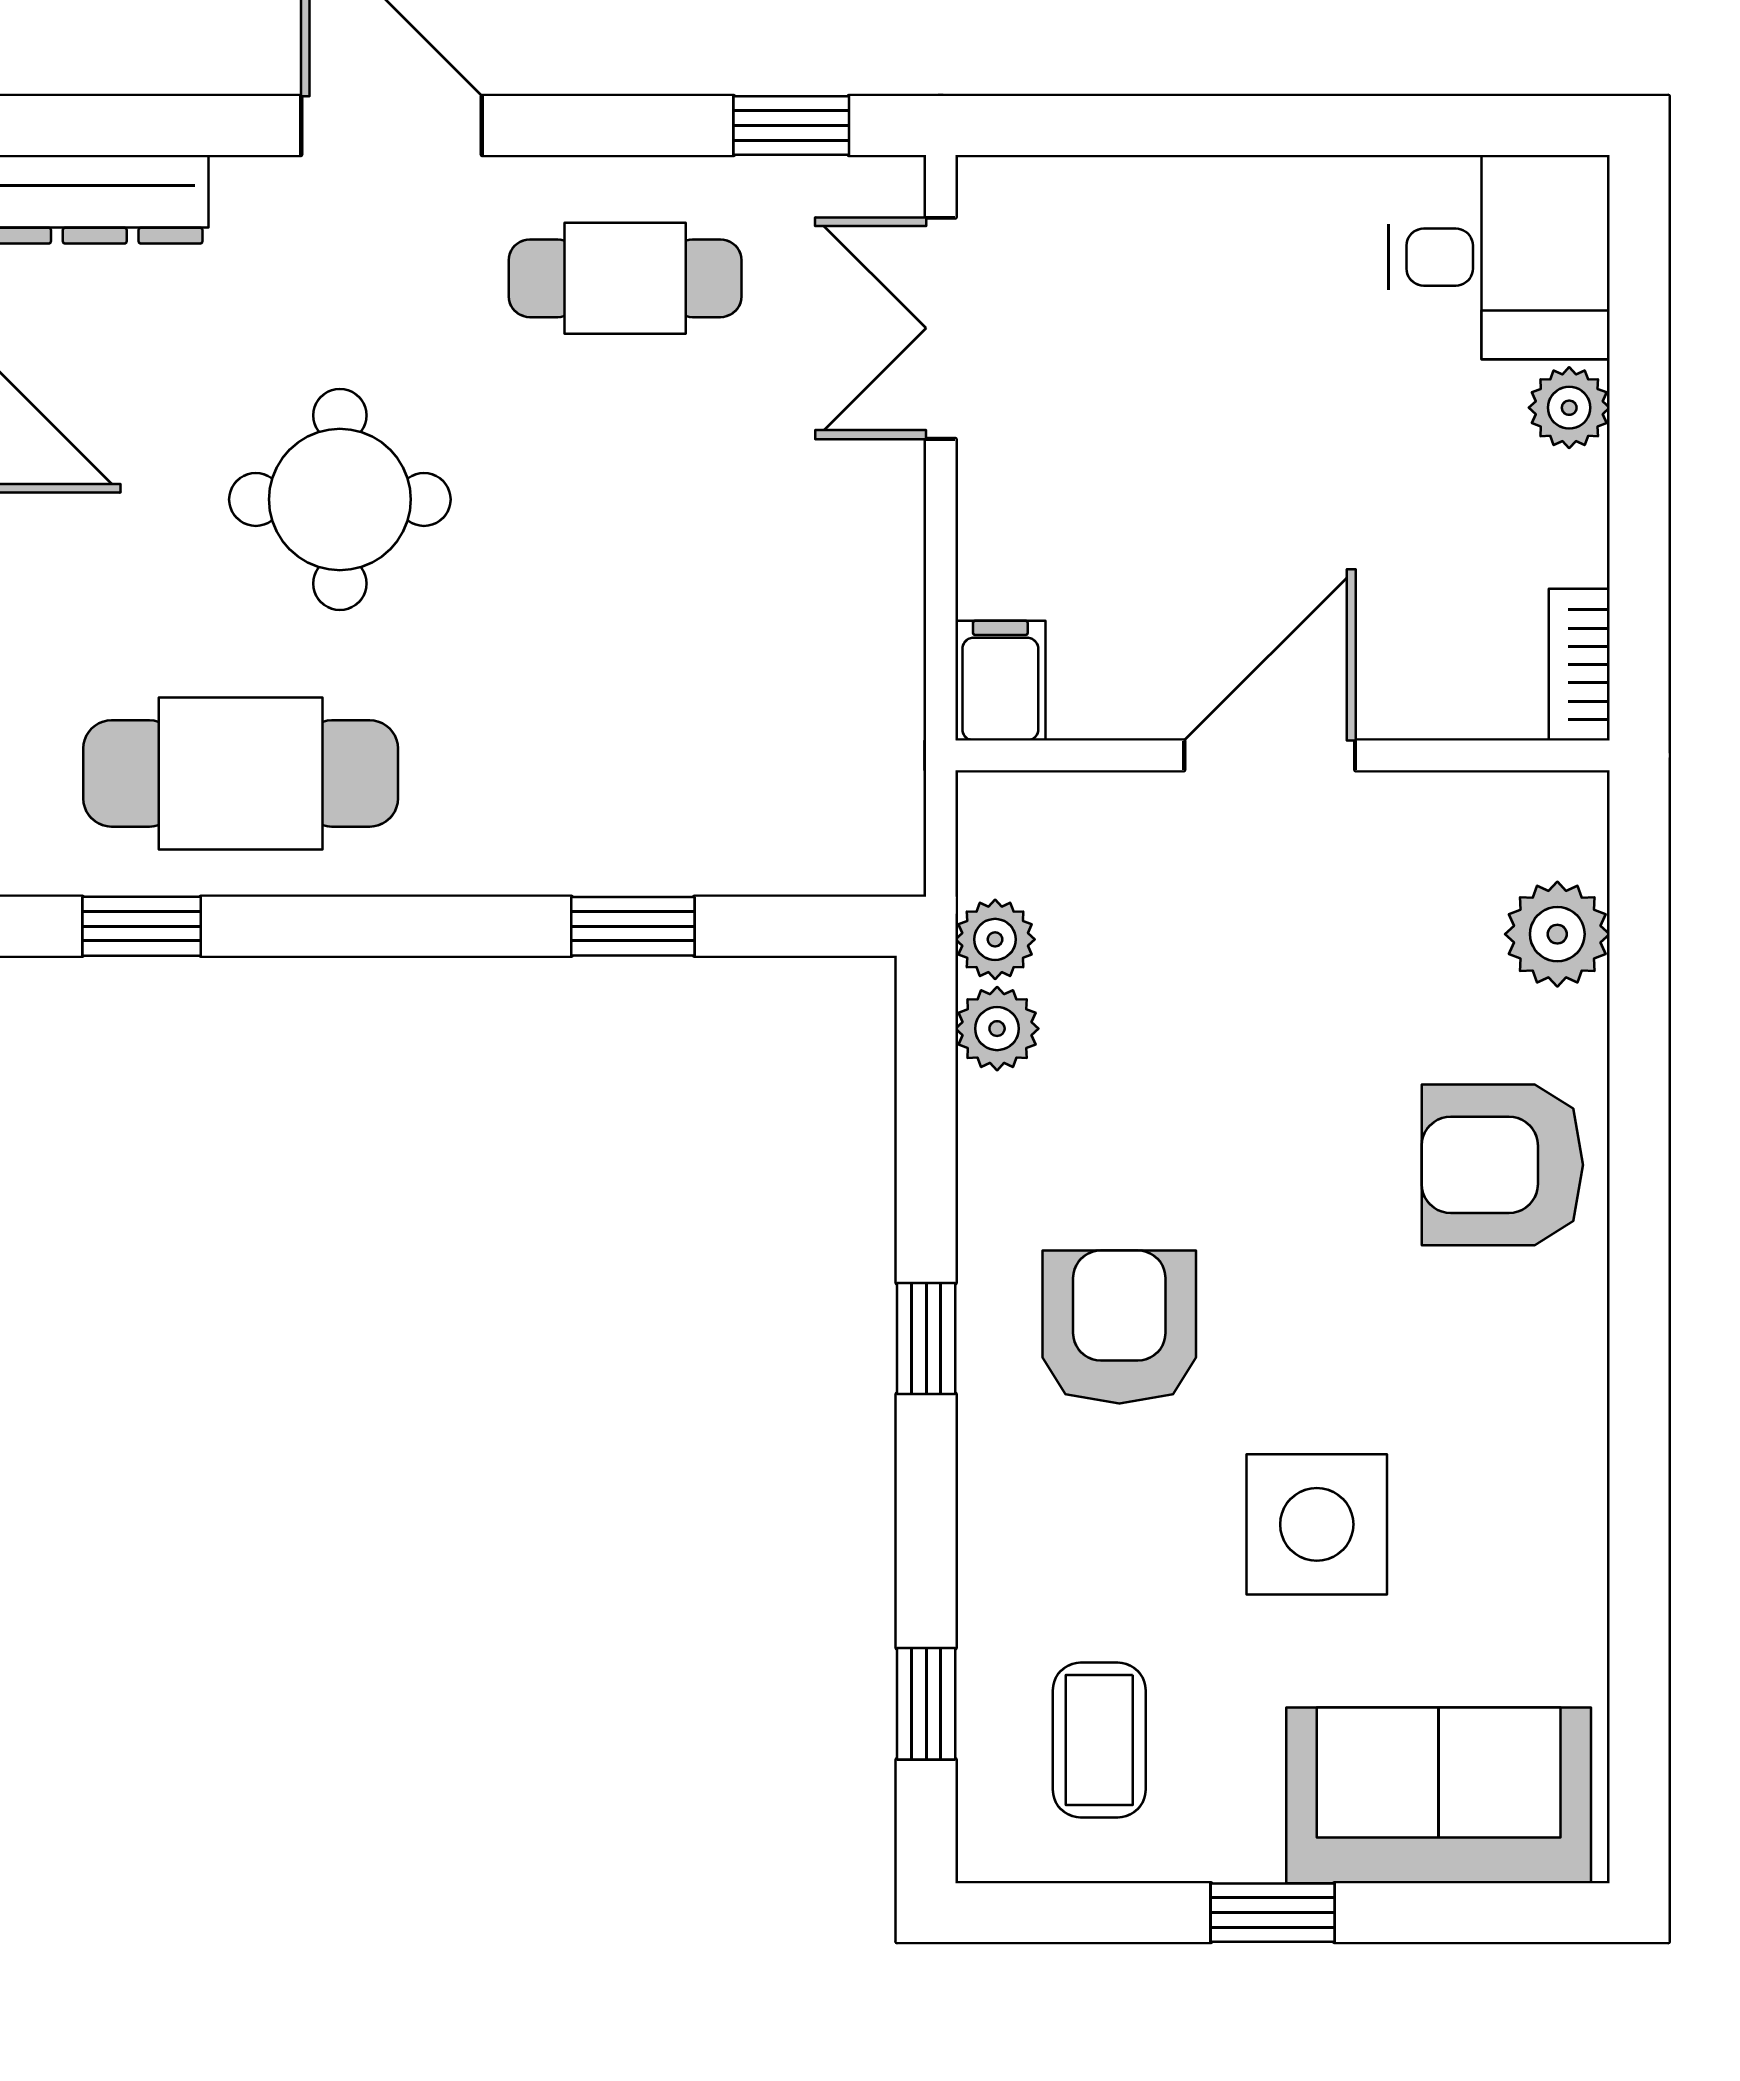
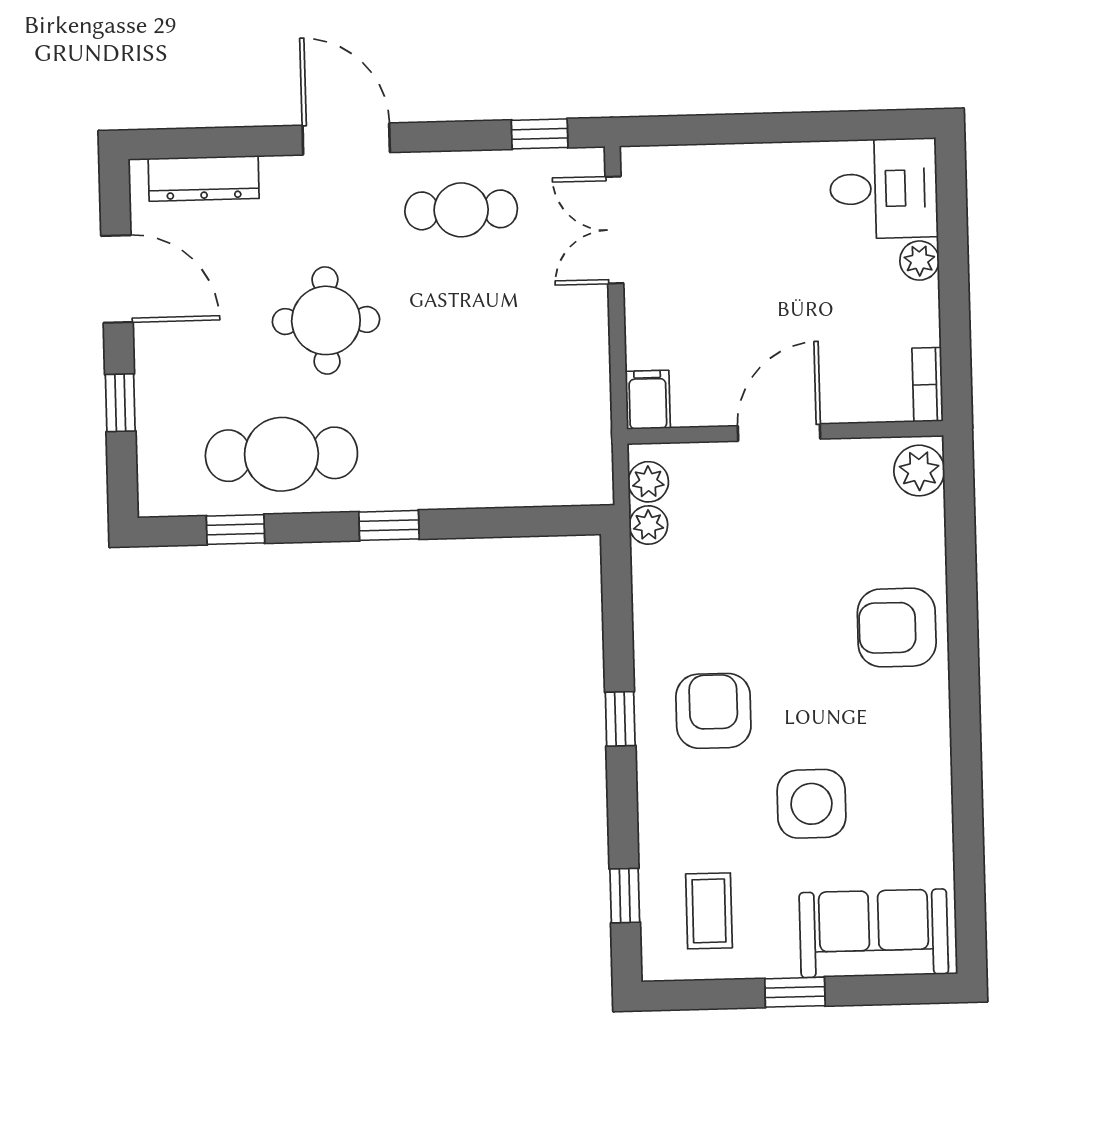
window: (633, 926) -> (389, 525), moved
plant: (1557, 934) -> (919, 471), moved
plant: (997, 1029) -> (648, 482), moved

